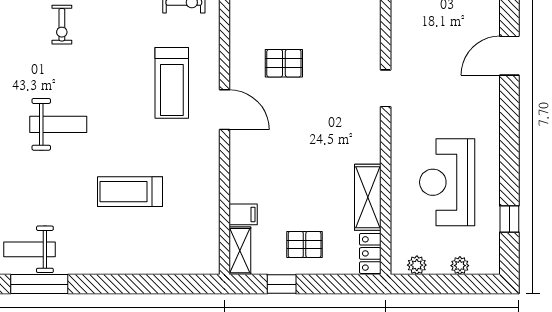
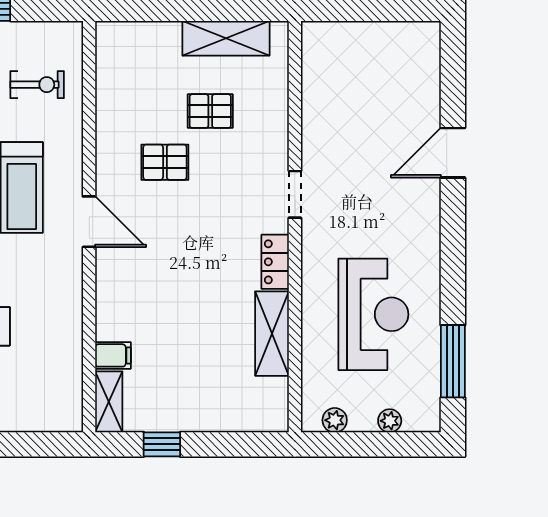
reception desk: (447, 182) -> (373, 314), turned 180
window: (509, 219) -> (453, 361), width x2.17
pallet: (305, 245) -> (210, 111), moved
locker: (370, 253) -> (275, 262), moved

